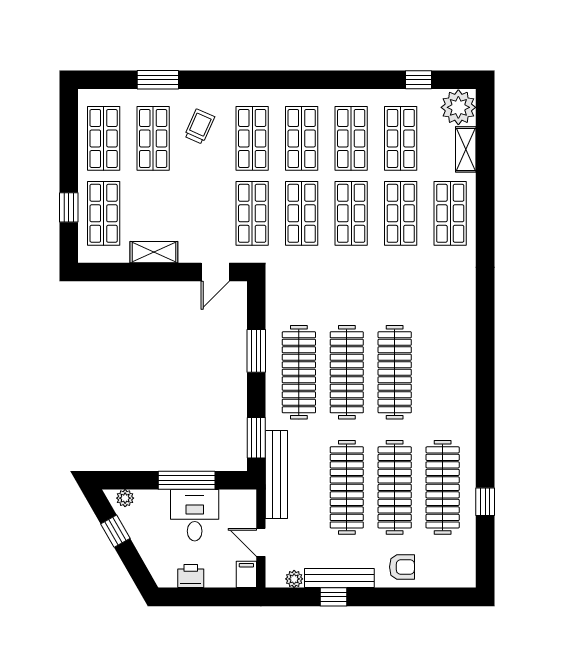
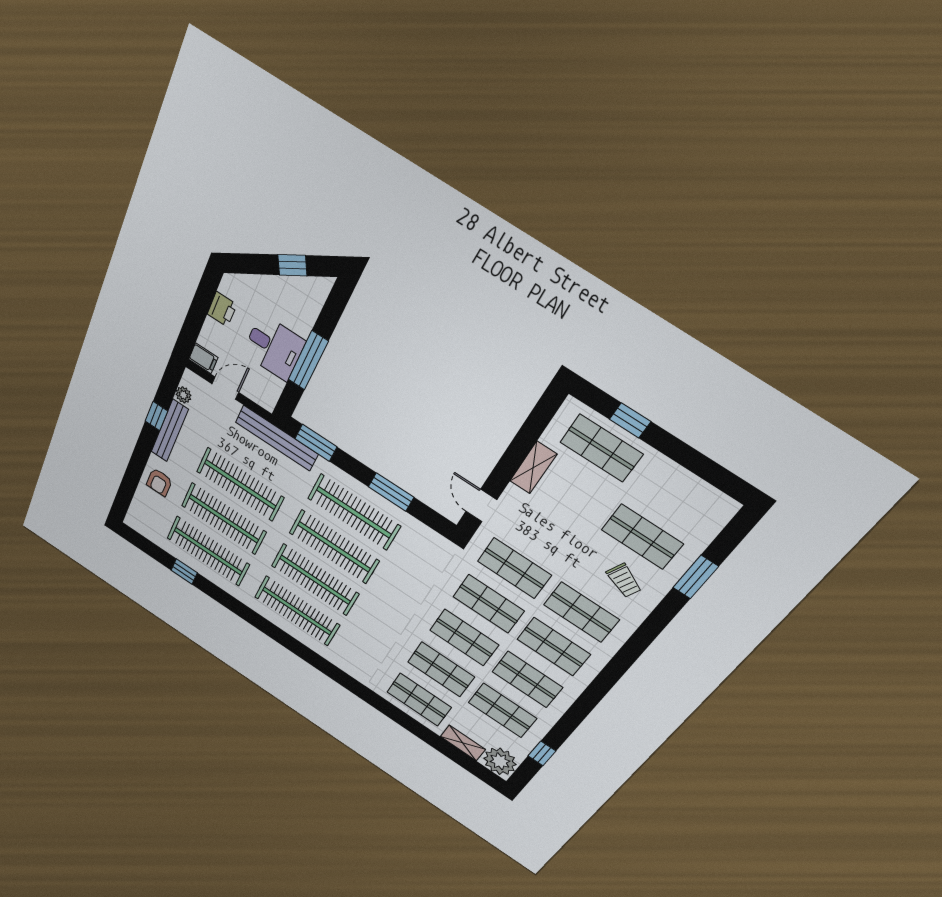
shop shelf: (104, 138) -> (675, 495), removed
clothes rail: (443, 372) -> (297, 611), added
plant: (125, 498) -> (319, 294), removed

